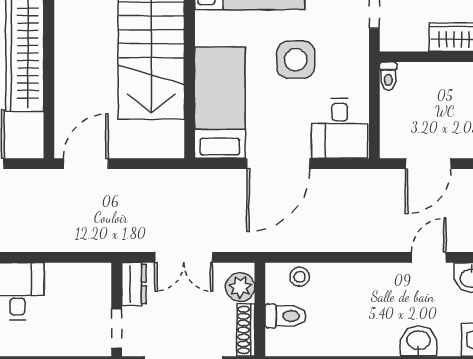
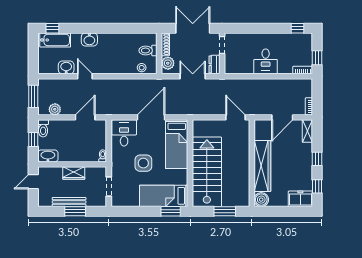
door: (86, 164) -> (236, 117), swing flipped
door: (429, 257) -> (85, 76), swing flipped

